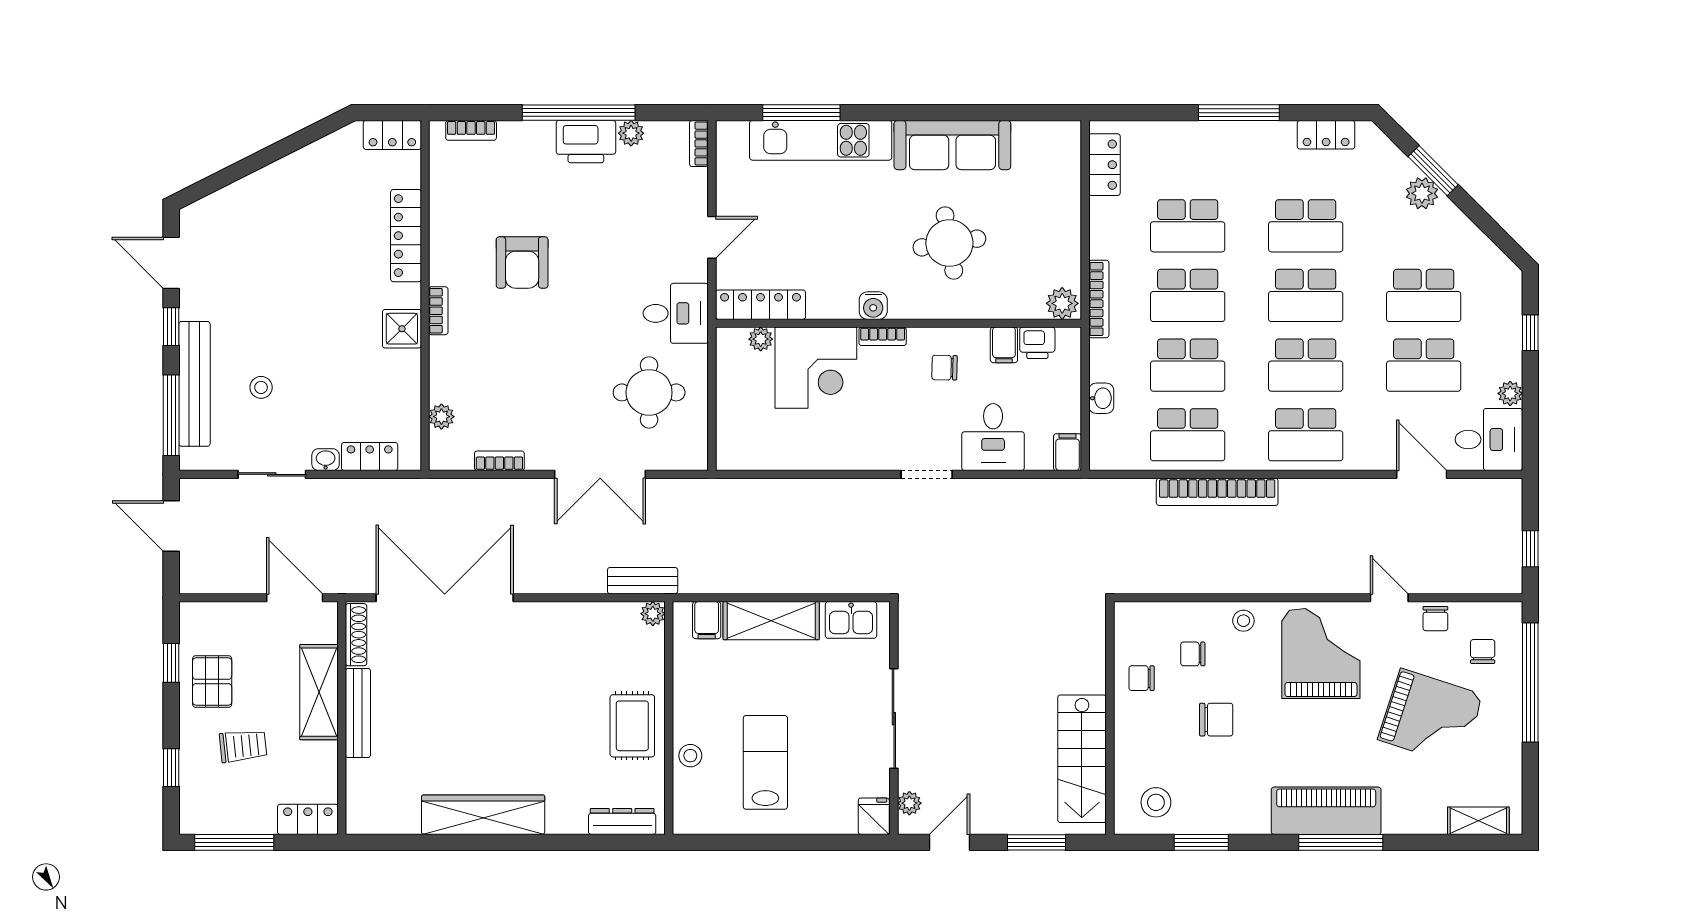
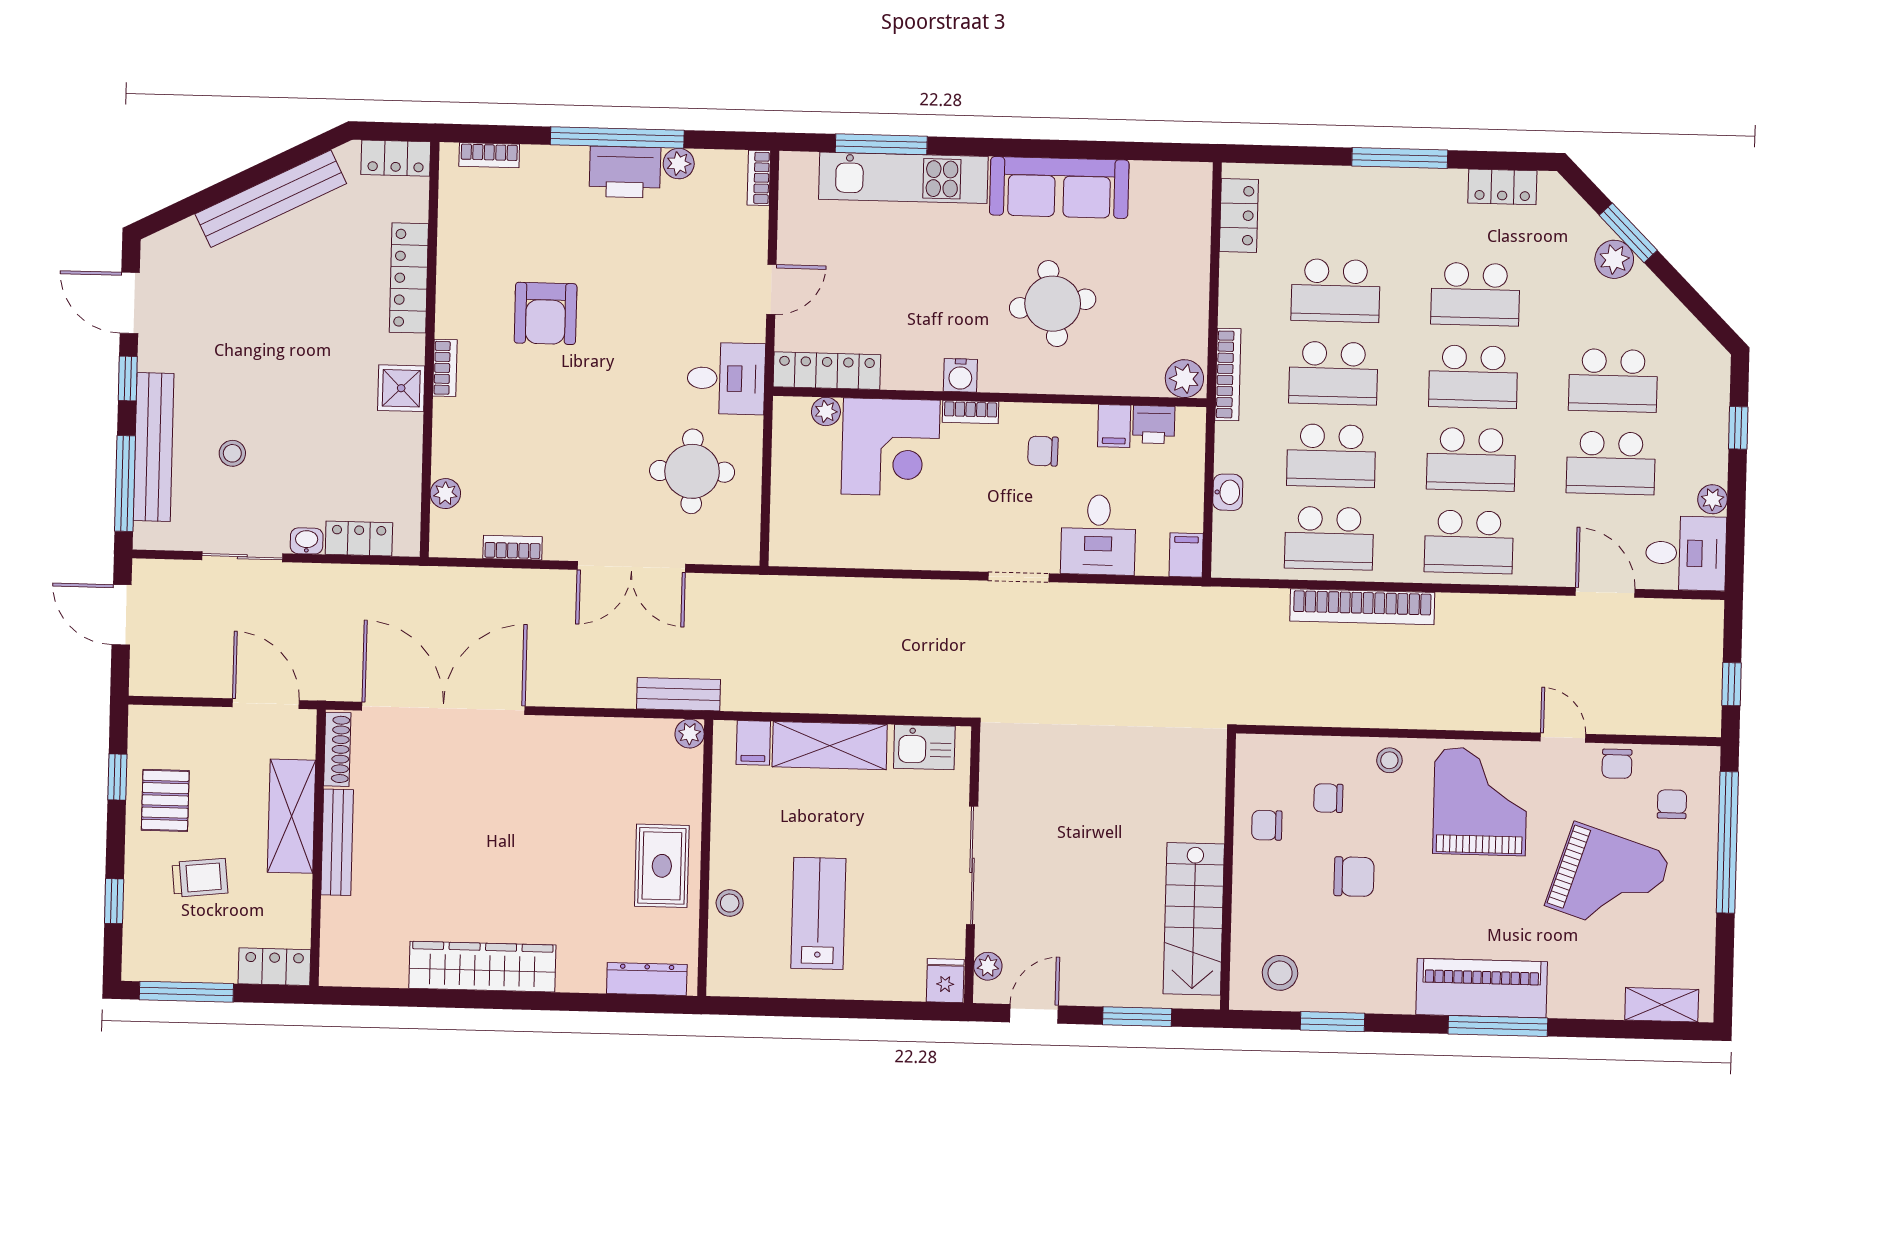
bench: (288, 172) -> (271, 199), added

